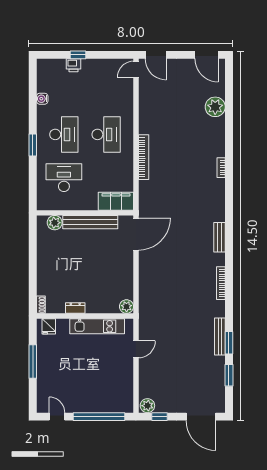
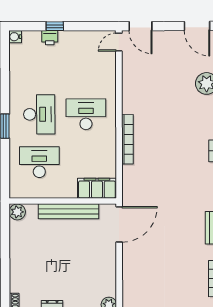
water cooler: (42, 99) -> (15, 37), moved
desk: (106, 134) -> (86, 114), turned -90
plant: (55, 223) -> (17, 212), moved

